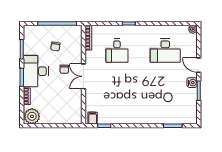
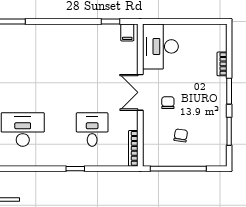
desk: (36, 71) -> (160, 46), moved, turned 180
double door: (84, 76) -> (140, 92), swing flipped
plant: (32, 116) -> (215, 35), removed

